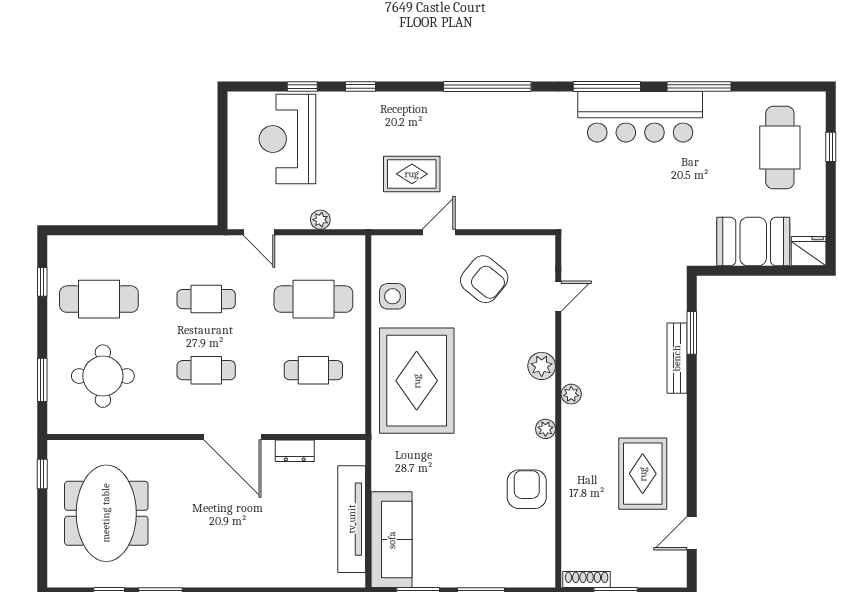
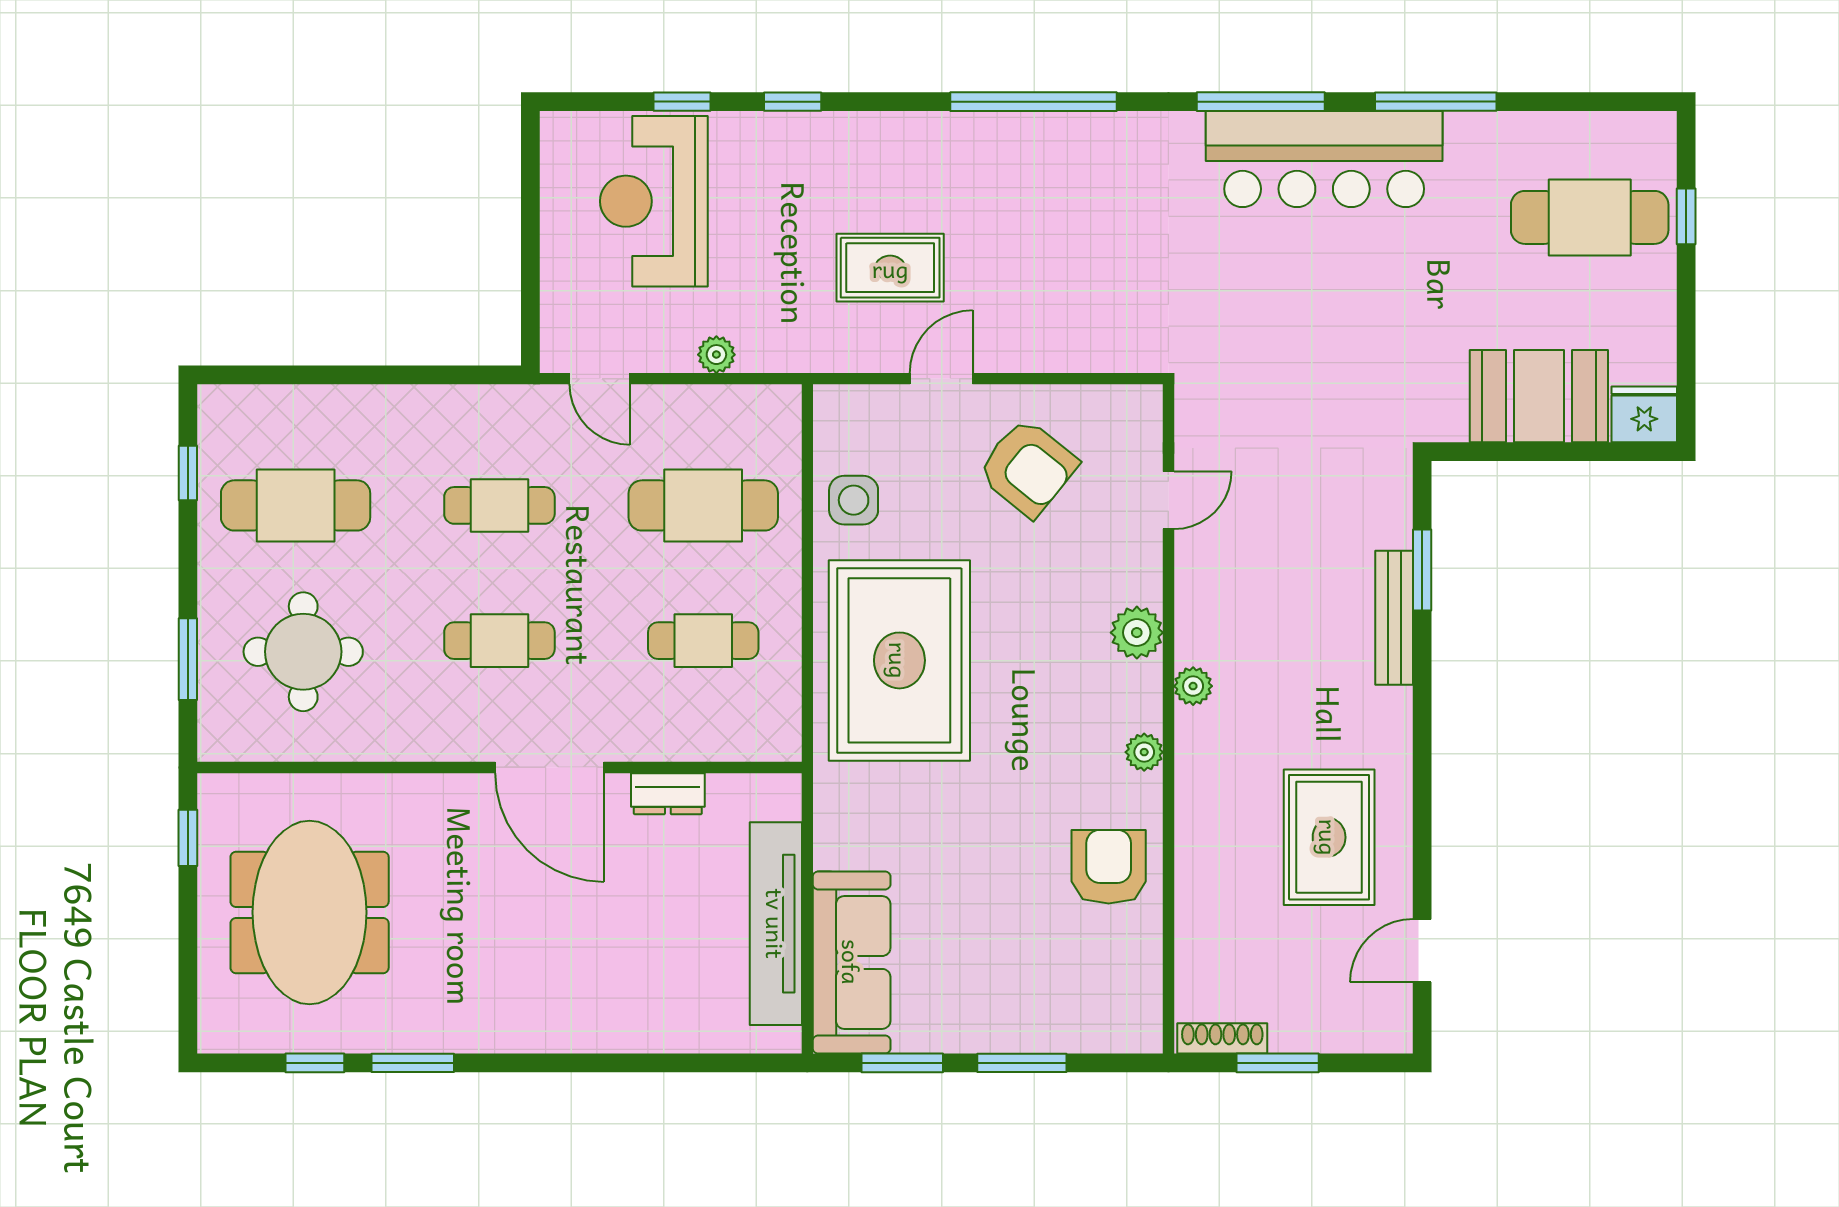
cafe table: (780, 148) -> (1590, 217), turned 90

